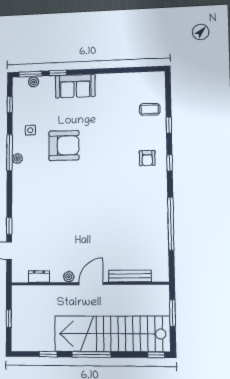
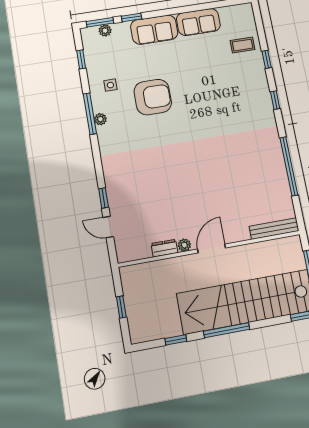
sofa: (115, 84) -> (198, 22), added
armchair: (147, 158) -> (249, 98), removed
dresser: (39, 276) -> (164, 248), moved
bench: (130, 276) -> (274, 229), moved

